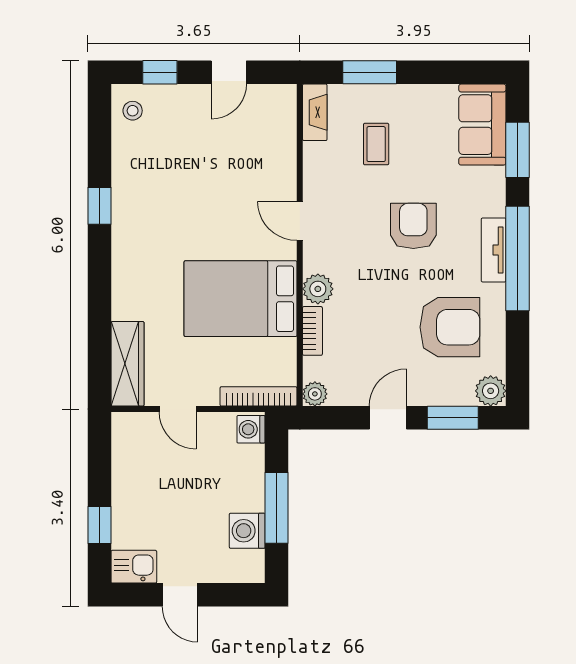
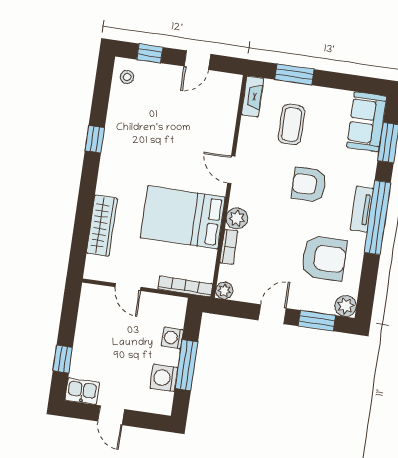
coffee table: (376, 144) -> (292, 124), width x1.36, depth x1.30
armchair: (413, 226) -> (309, 185), turned -90
wardrobe: (127, 364) -> (102, 226), moved
washing machine: (251, 429) -> (172, 338), moved

